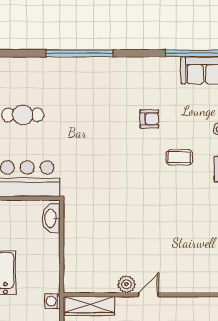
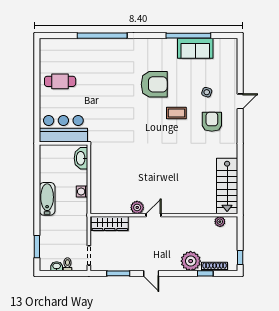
armchair: (149, 119) -> (154, 84), width x1.88, depth x1.88
washing machine: (52, 301) -> (82, 191), moved

